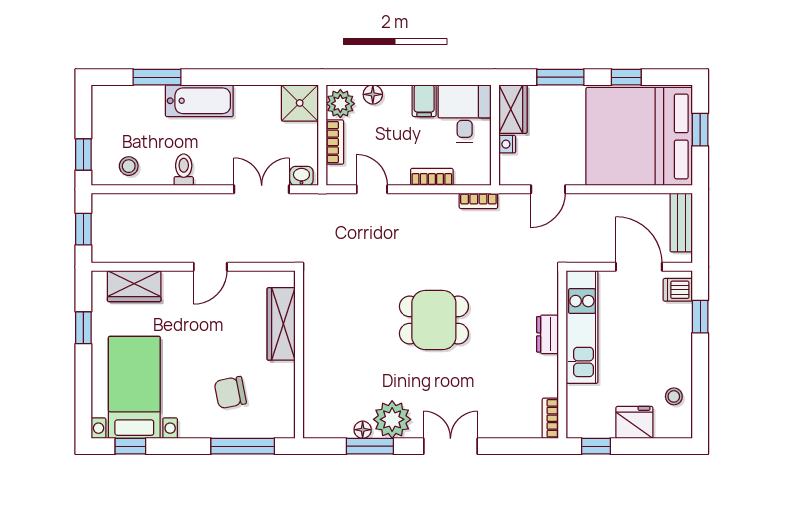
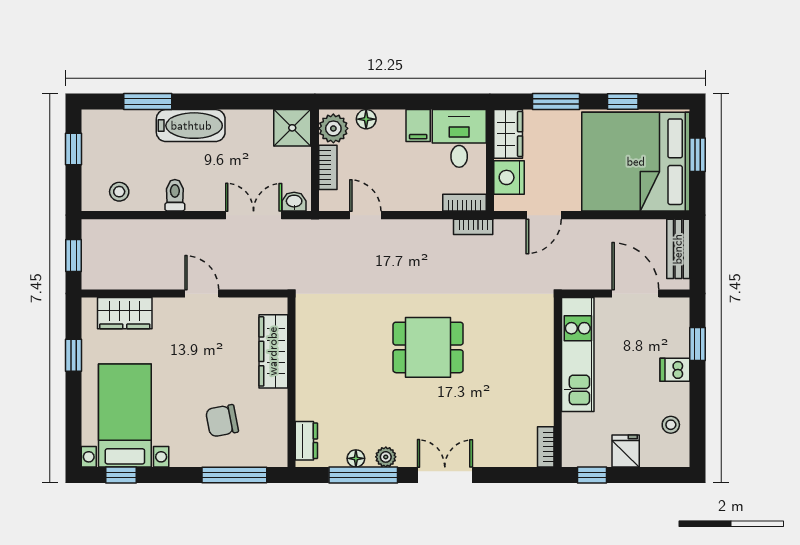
nightstand: (507, 144) -> (509, 177), width x1.89, depth x1.79
window: (83, 155) -> (73, 149), moved
bookcase: (432, 177) -> (464, 203), moved
door: (210, 267) -> (202, 294), swing flipped
dishwasher: (678, 290) -> (675, 370), moved
dresser: (547, 334) -> (306, 441), moved, turned 180
plant: (392, 419) -> (386, 457), width x0.53, depth x0.53
fridge: (634, 422) -> (626, 451), width x0.72
window: (370, 446) -> (363, 475), width x1.44

